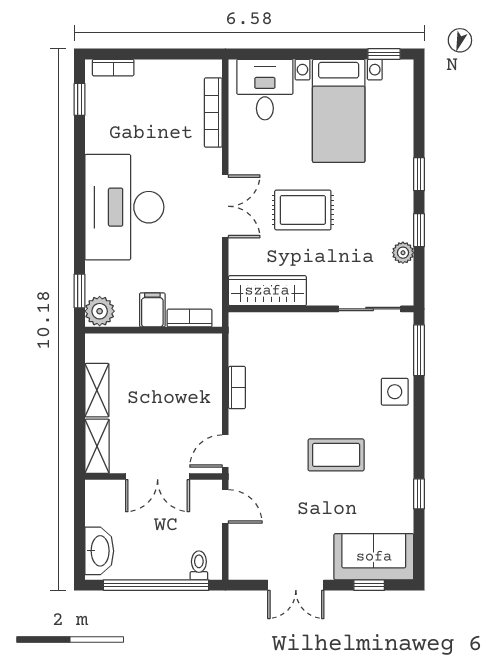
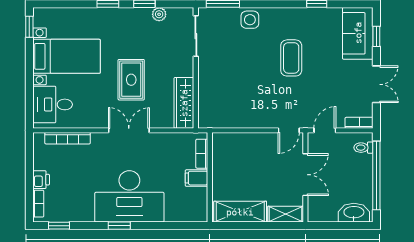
printer: (150, 72) -> (41, 180), added
window: (79, 291) -> (119, 226), moved
plant: (100, 311) -> (197, 212), removed
bookcase: (237, 387) -> (359, 123), moved
shelving: (97, 390) -> (240, 212), width x1.50, depth x1.33
door: (225, 451) -> (289, 130), hinge flipped

